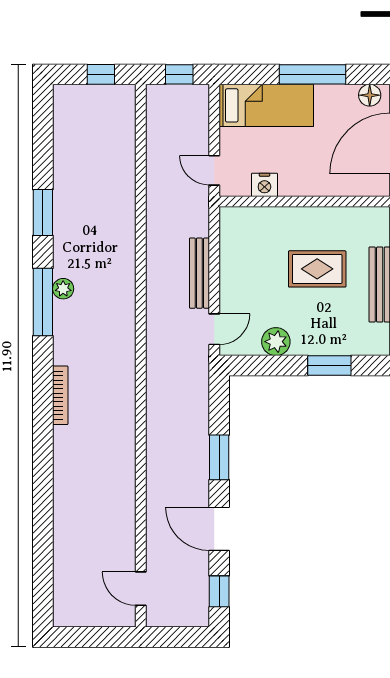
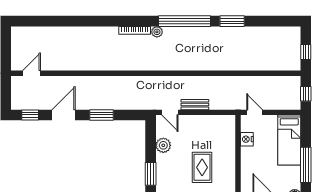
door: (214, 170) -> (255, 112), hinge flipped
bench: (199, 273) -> (195, 105), width x0.73
plant: (63, 289) -> (157, 32), moved
window: (43, 302) -> (184, 21), width x1.46

